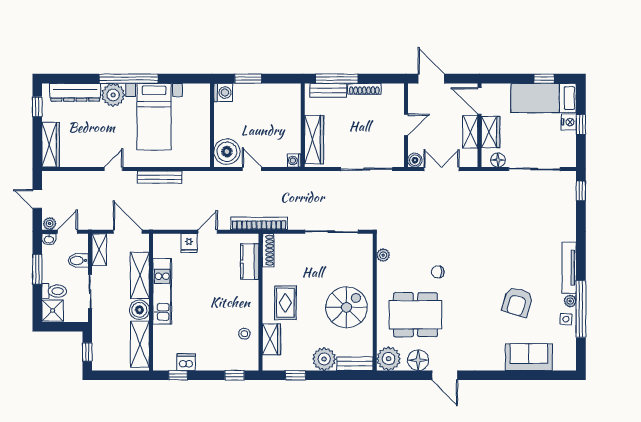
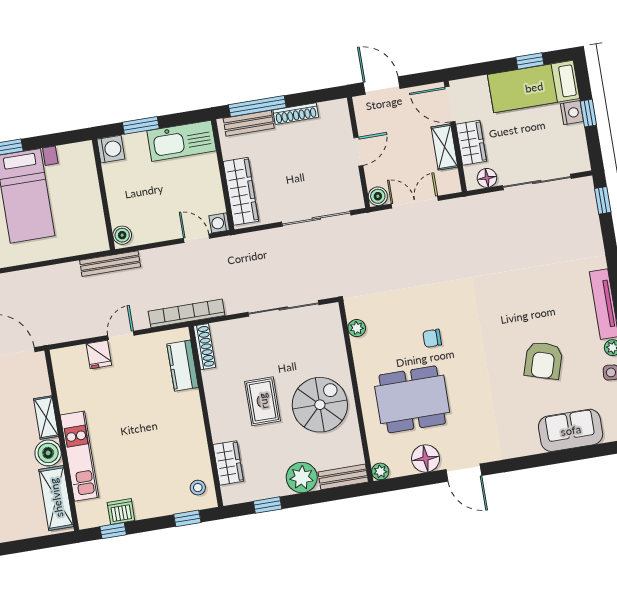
kitchen sink: (276, 95) -> (182, 141), added
boiler: (227, 152) -> (122, 235), width x0.54, depth x0.54
door: (252, 169) -> (196, 238), moved
bench: (160, 177) -> (110, 264), moved
shelving: (140, 276) -> (46, 417), width x0.67, depth x0.75
kitchen unit: (162, 291) -> (79, 456), moved
rug: (285, 303) -> (263, 401), moved
stool: (244, 334) -> (198, 488), moved
plant: (389, 359) -> (380, 471), width x0.53, depth x0.53

